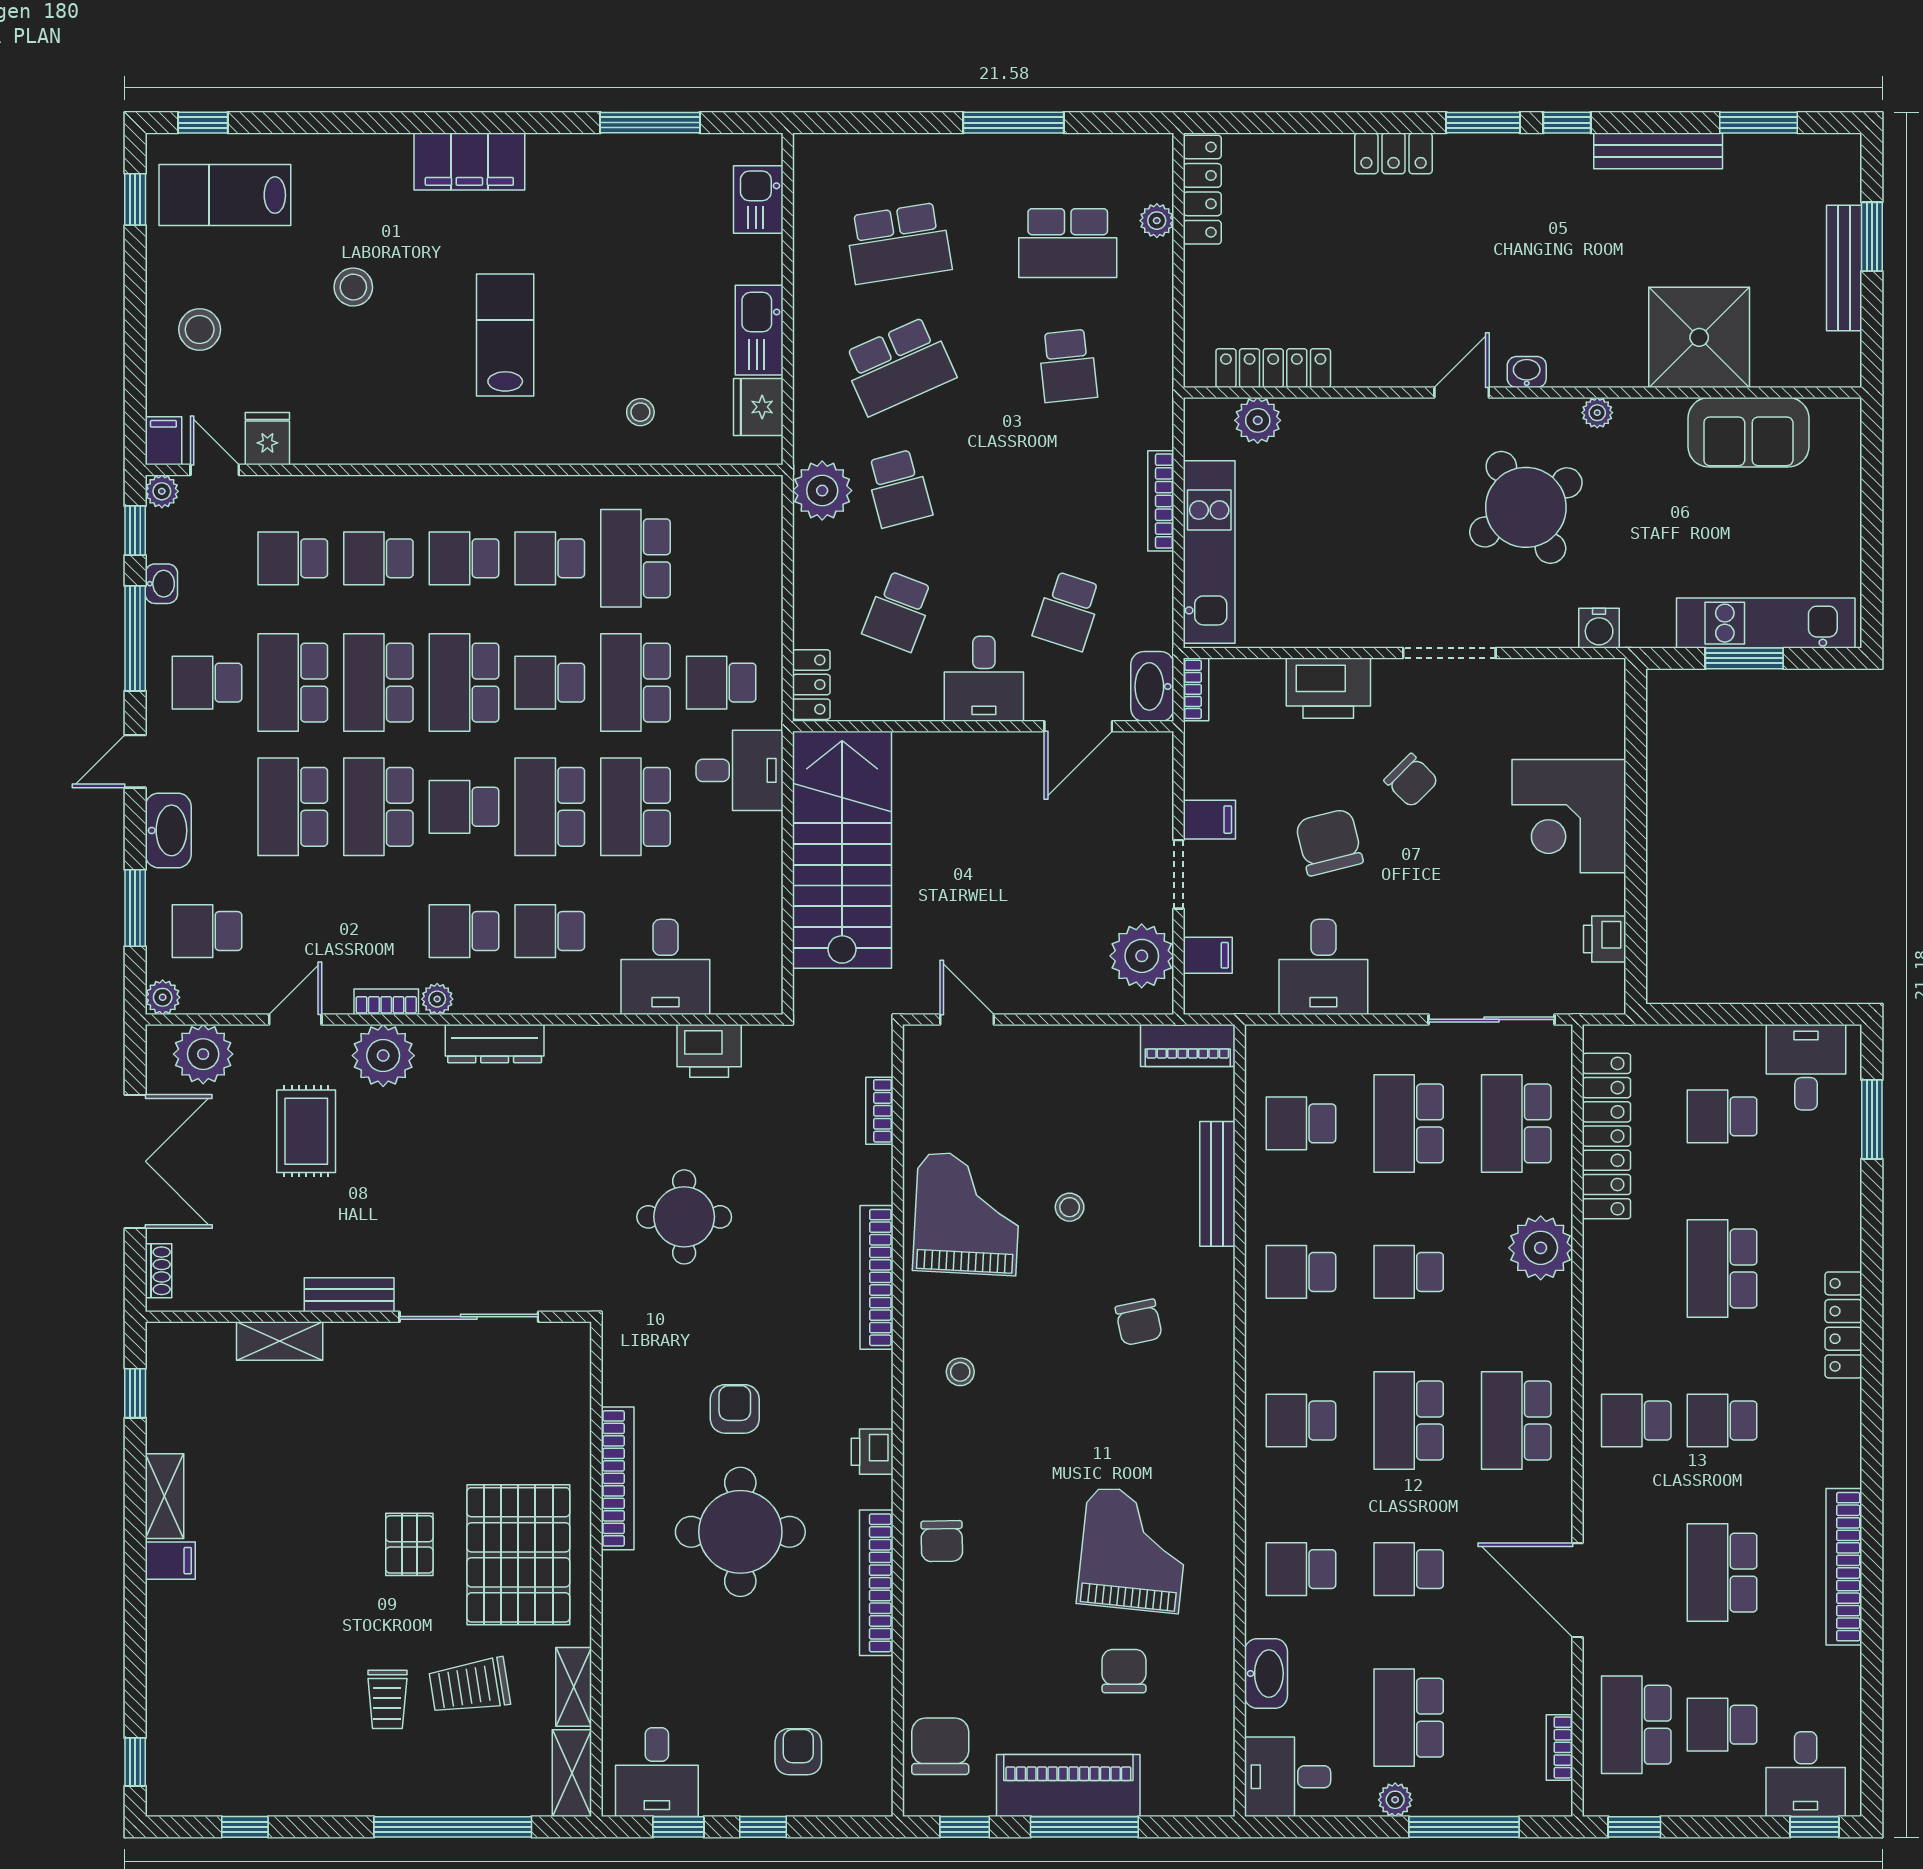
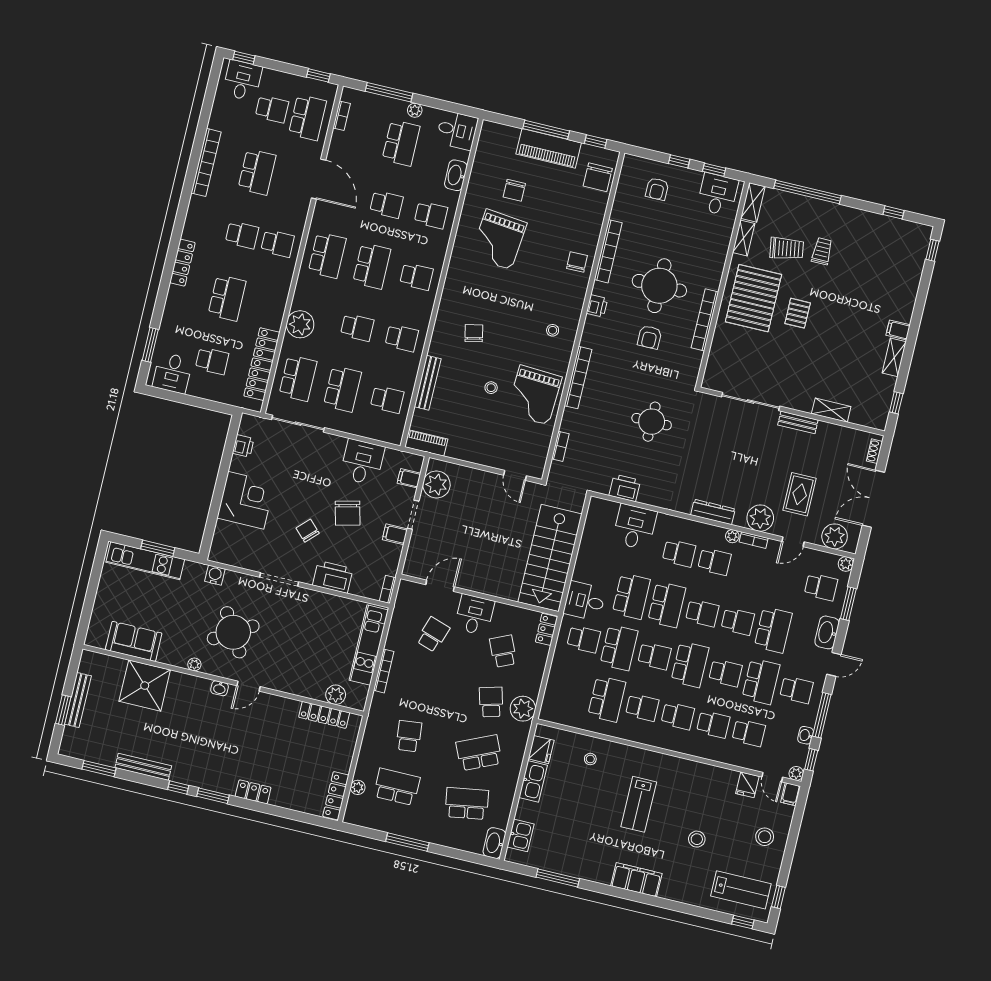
school desk: (899, 611) -> (503, 651), turned -45
school desk: (378, 683) -> (725, 673), width x0.54
washbasin: (1152, 686) -> (494, 843), moved, turned 180
school desk: (378, 807) -> (738, 622), width x0.54

